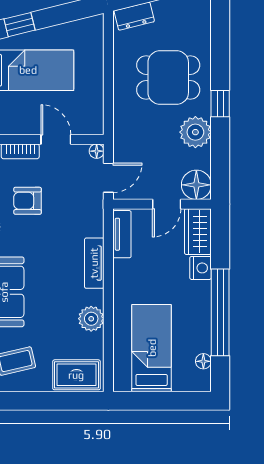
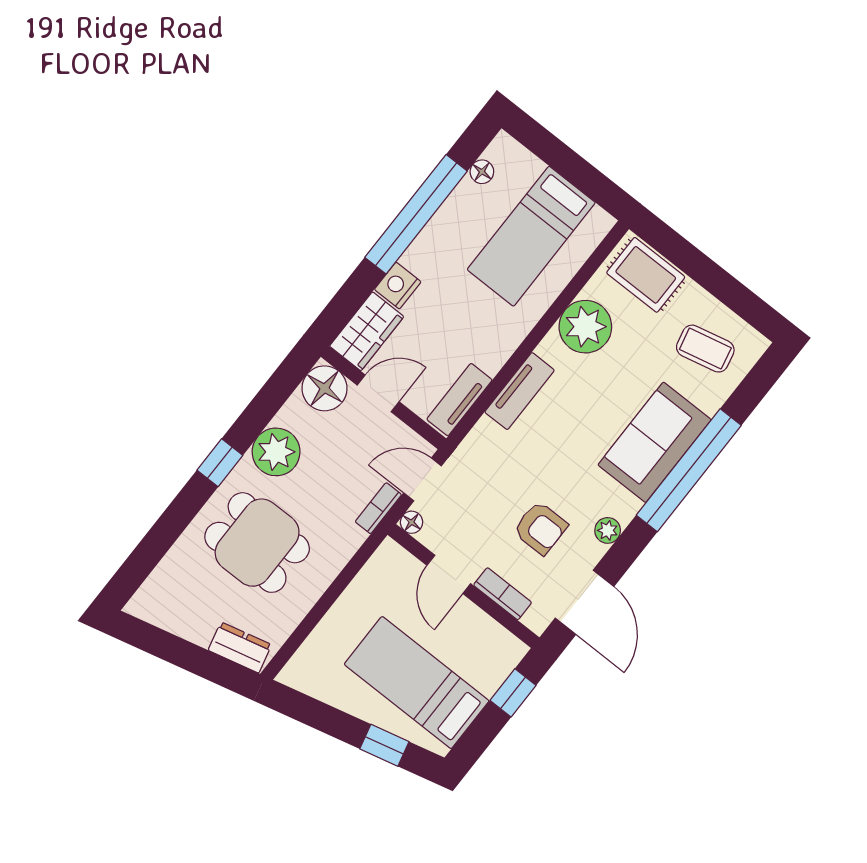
bookcase: (120, 145) -> (378, 508), added
plant: (91, 319) -> (585, 327), width x1.36, depth x1.36

